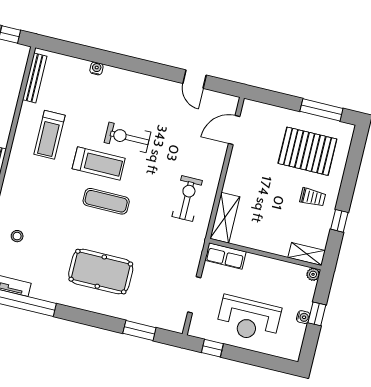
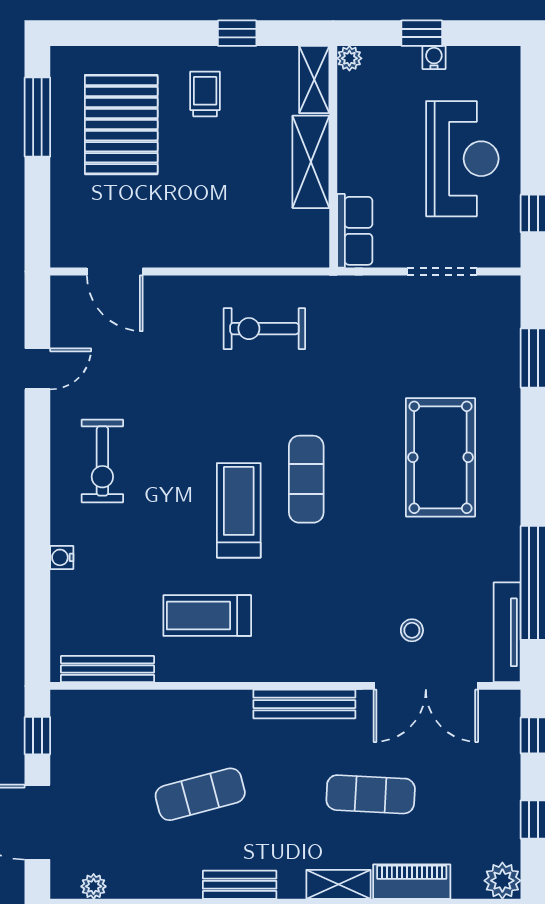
treadmill: (49, 135) -> (207, 616), turned 180
exercise bike: (127, 137) -> (102, 461), moved
shelving: (225, 218) -> (311, 162), moved, turned 90

